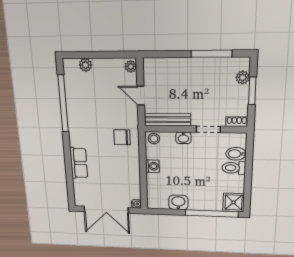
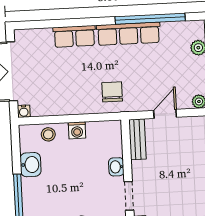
bench: (167, 120) -> (137, 139), width x0.73
row of seats: (76, 122) -> (128, 34), added
stool: (154, 139) -> (48, 134), moved

